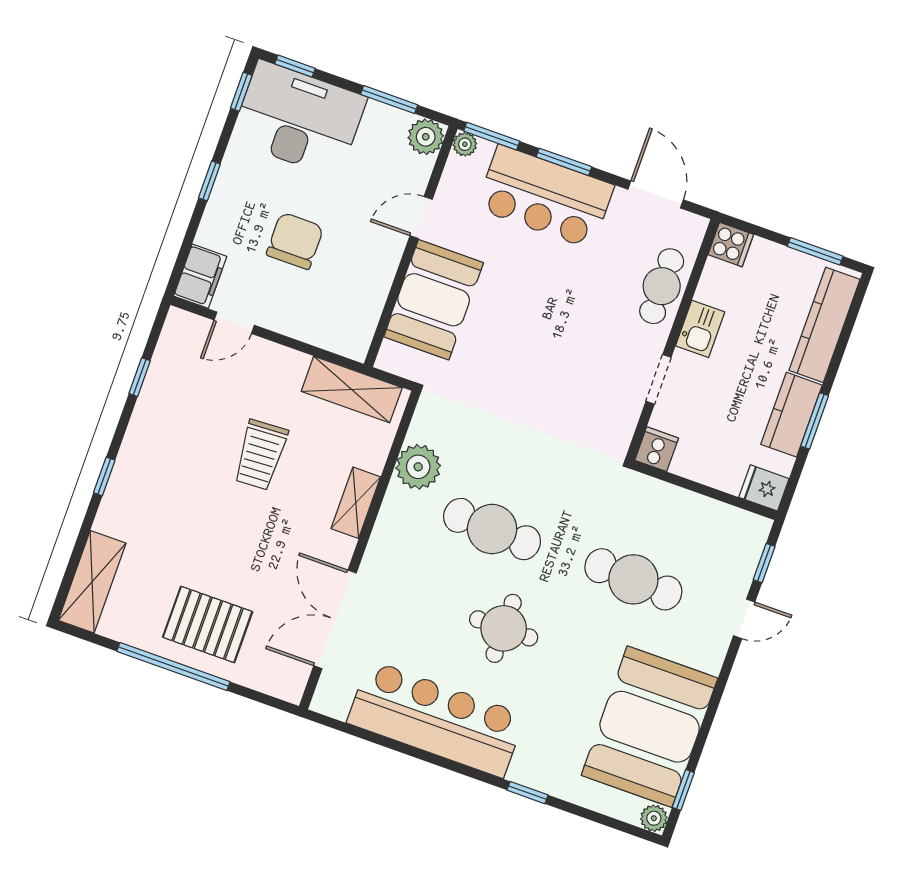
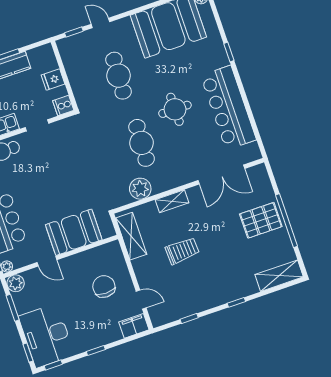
chair: (295, 241) -> (104, 286), moved, turned 90
fridge: (764, 488) -> (53, 79), moved, turned 90
pallet: (208, 624) -> (261, 220), turned 90

